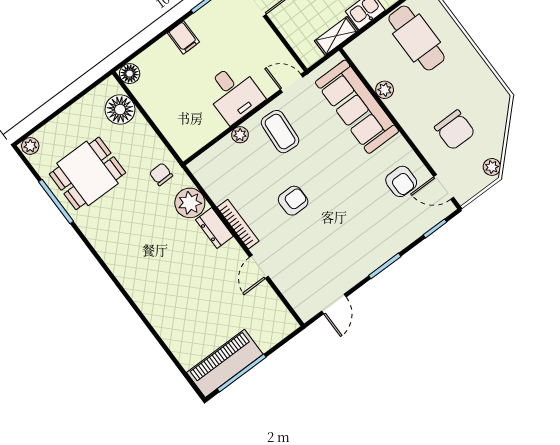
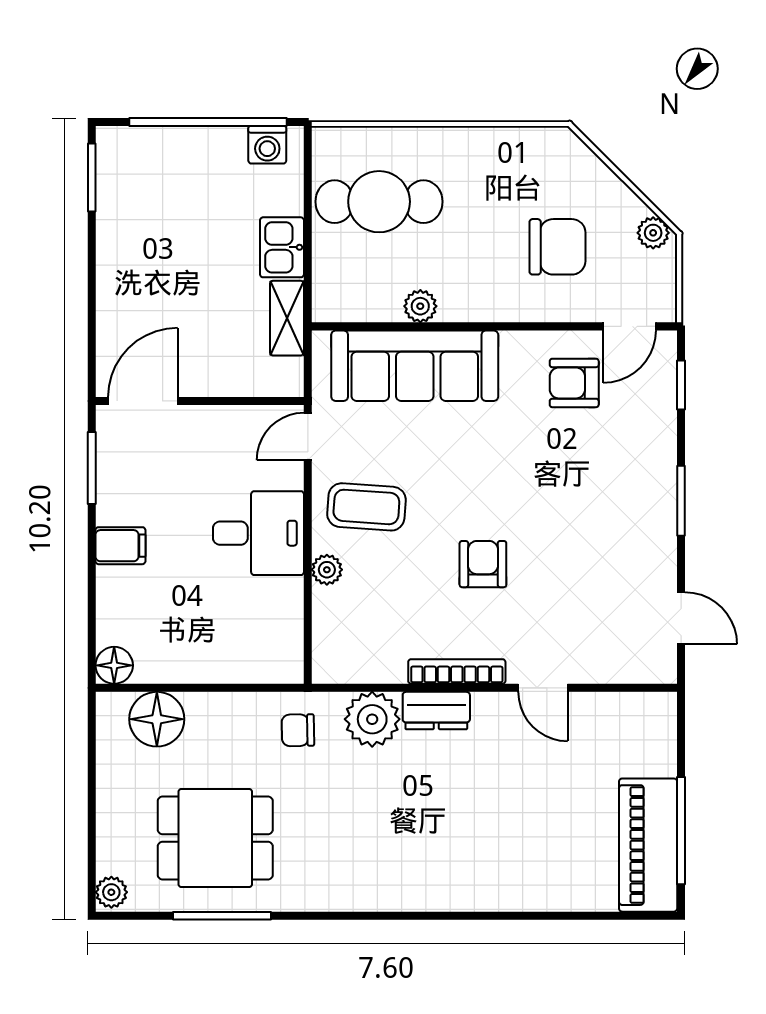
dining table: (87, 173) -> (215, 838), turned 90
armchair: (401, 181) -> (574, 383), turned 180

